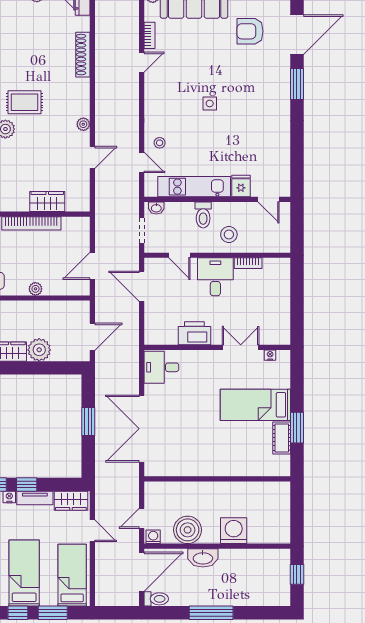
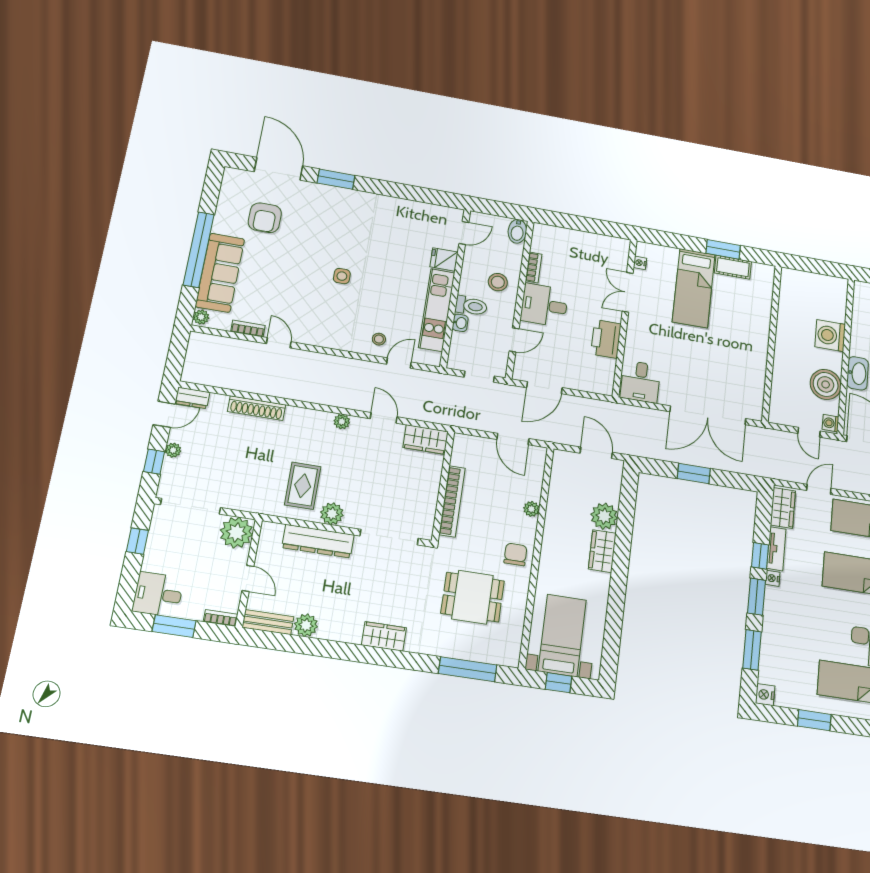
wardrobe: (47, 202) -> (426, 439), moved, turned -90
washbasin: (156, 208) -> (460, 323), moved
bidet: (279, 245) -> (517, 231), added

